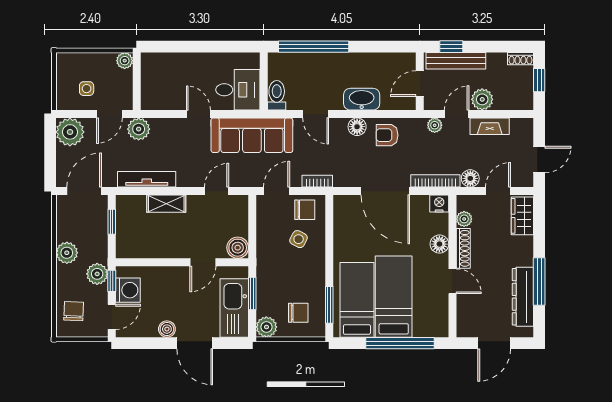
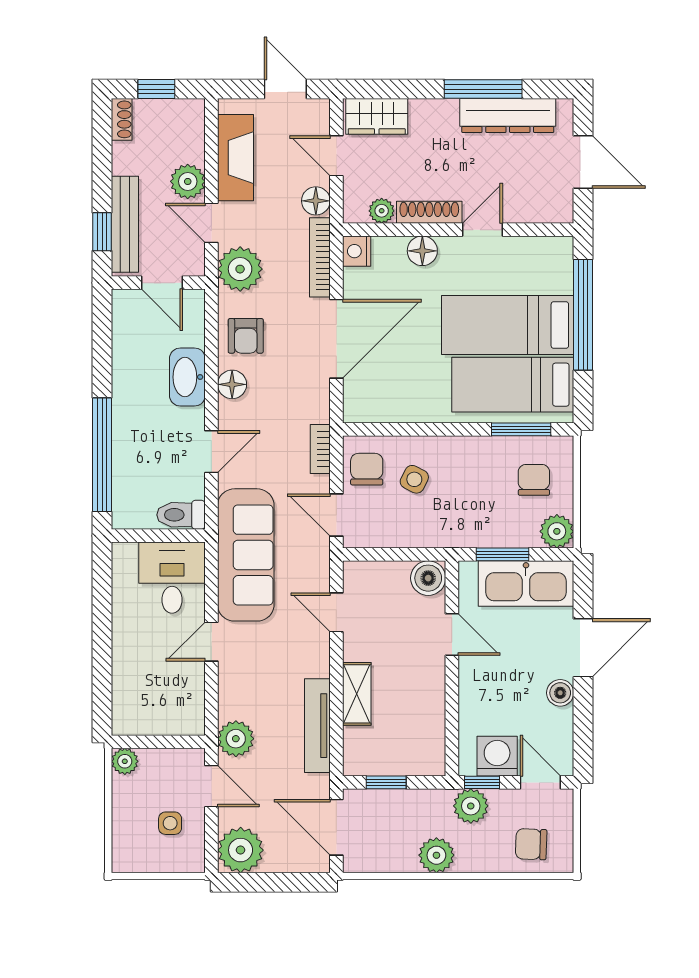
plant: (435, 125) -> (240, 269), width x1.87, depth x1.87
fireplace: (490, 126) -> (235, 158), width x1.37, depth x1.32

